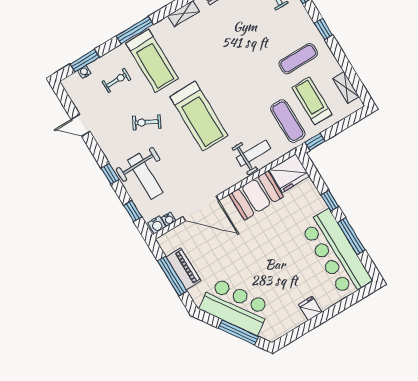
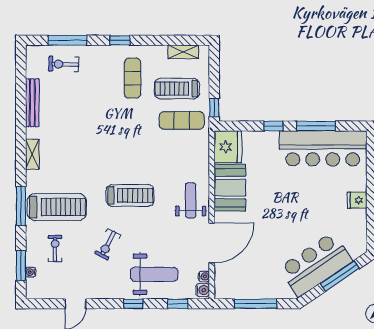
treadmill: (199, 116) -> (130, 195), width x0.73, depth x0.73
weight bench: (254, 153) -> (191, 200), moved
piano: (183, 269) -> (255, 290), removed

